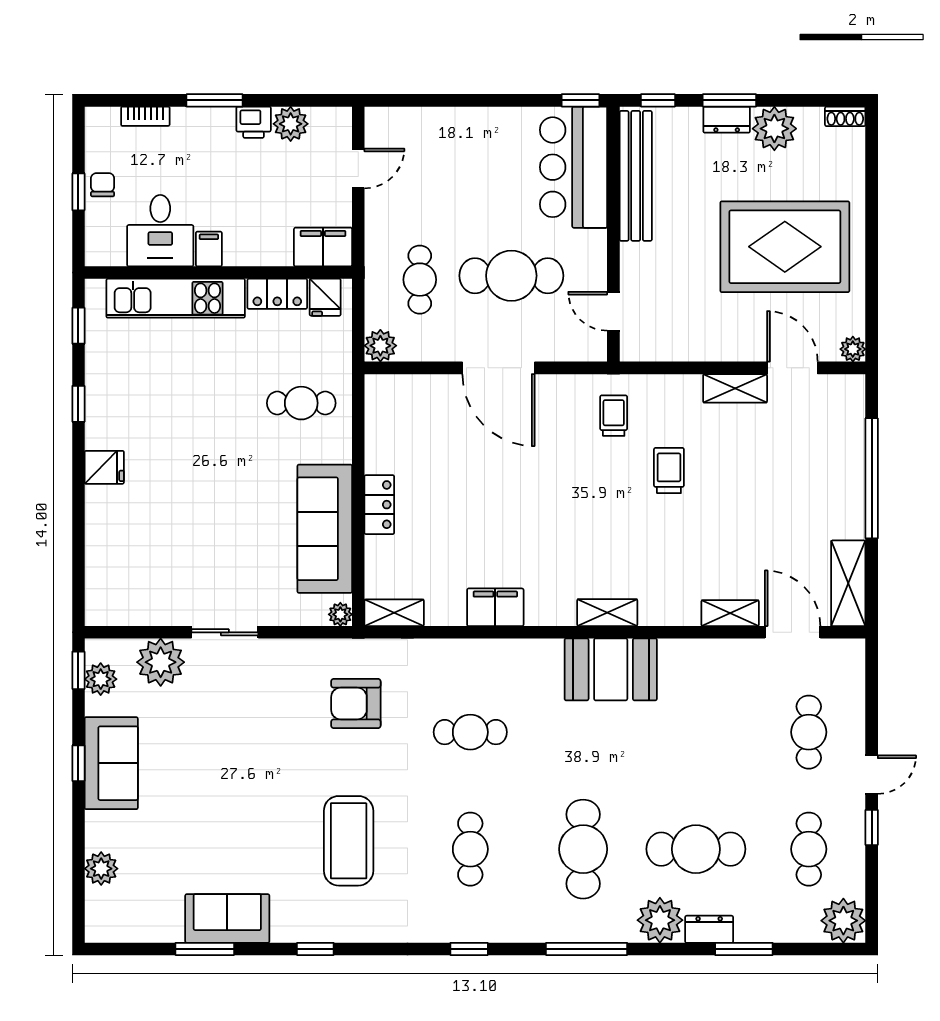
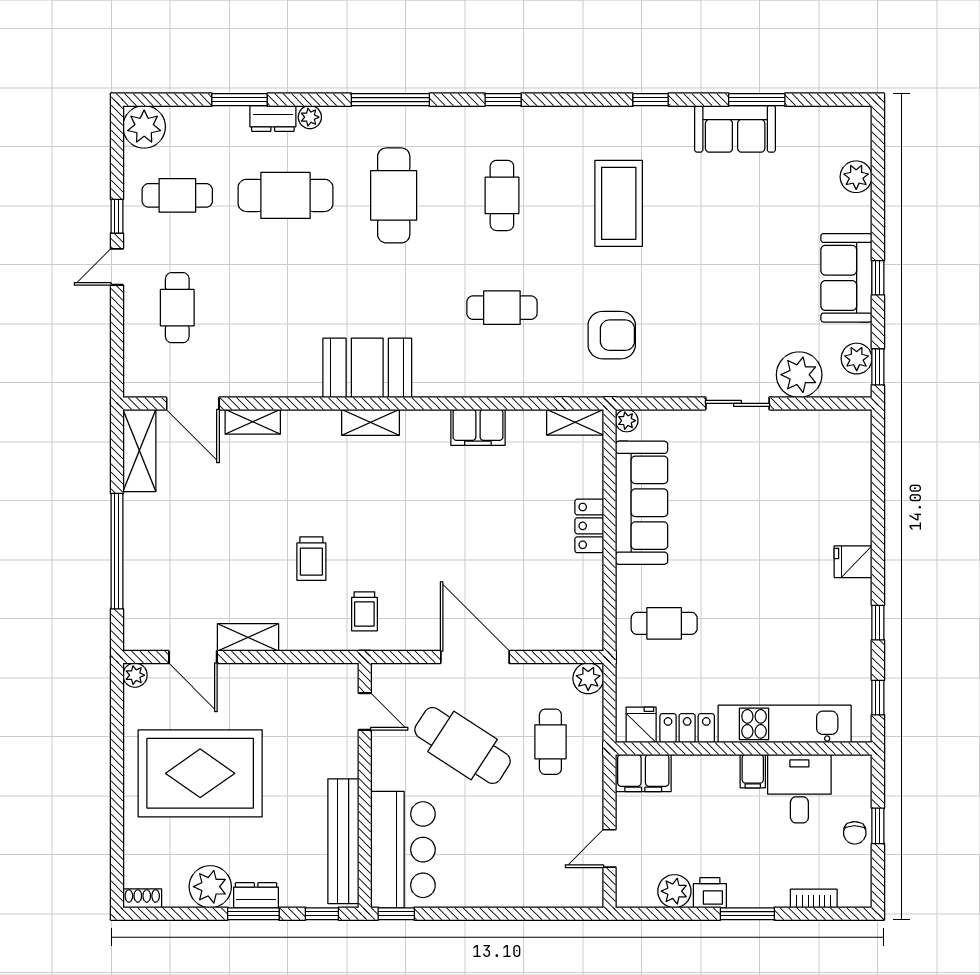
cafe table: (511, 276) -> (463, 745), turned 33
cafe table: (809, 849) -> (177, 195), turned 90
plant: (660, 920) -> (310, 117), width x0.53, depth x0.53

